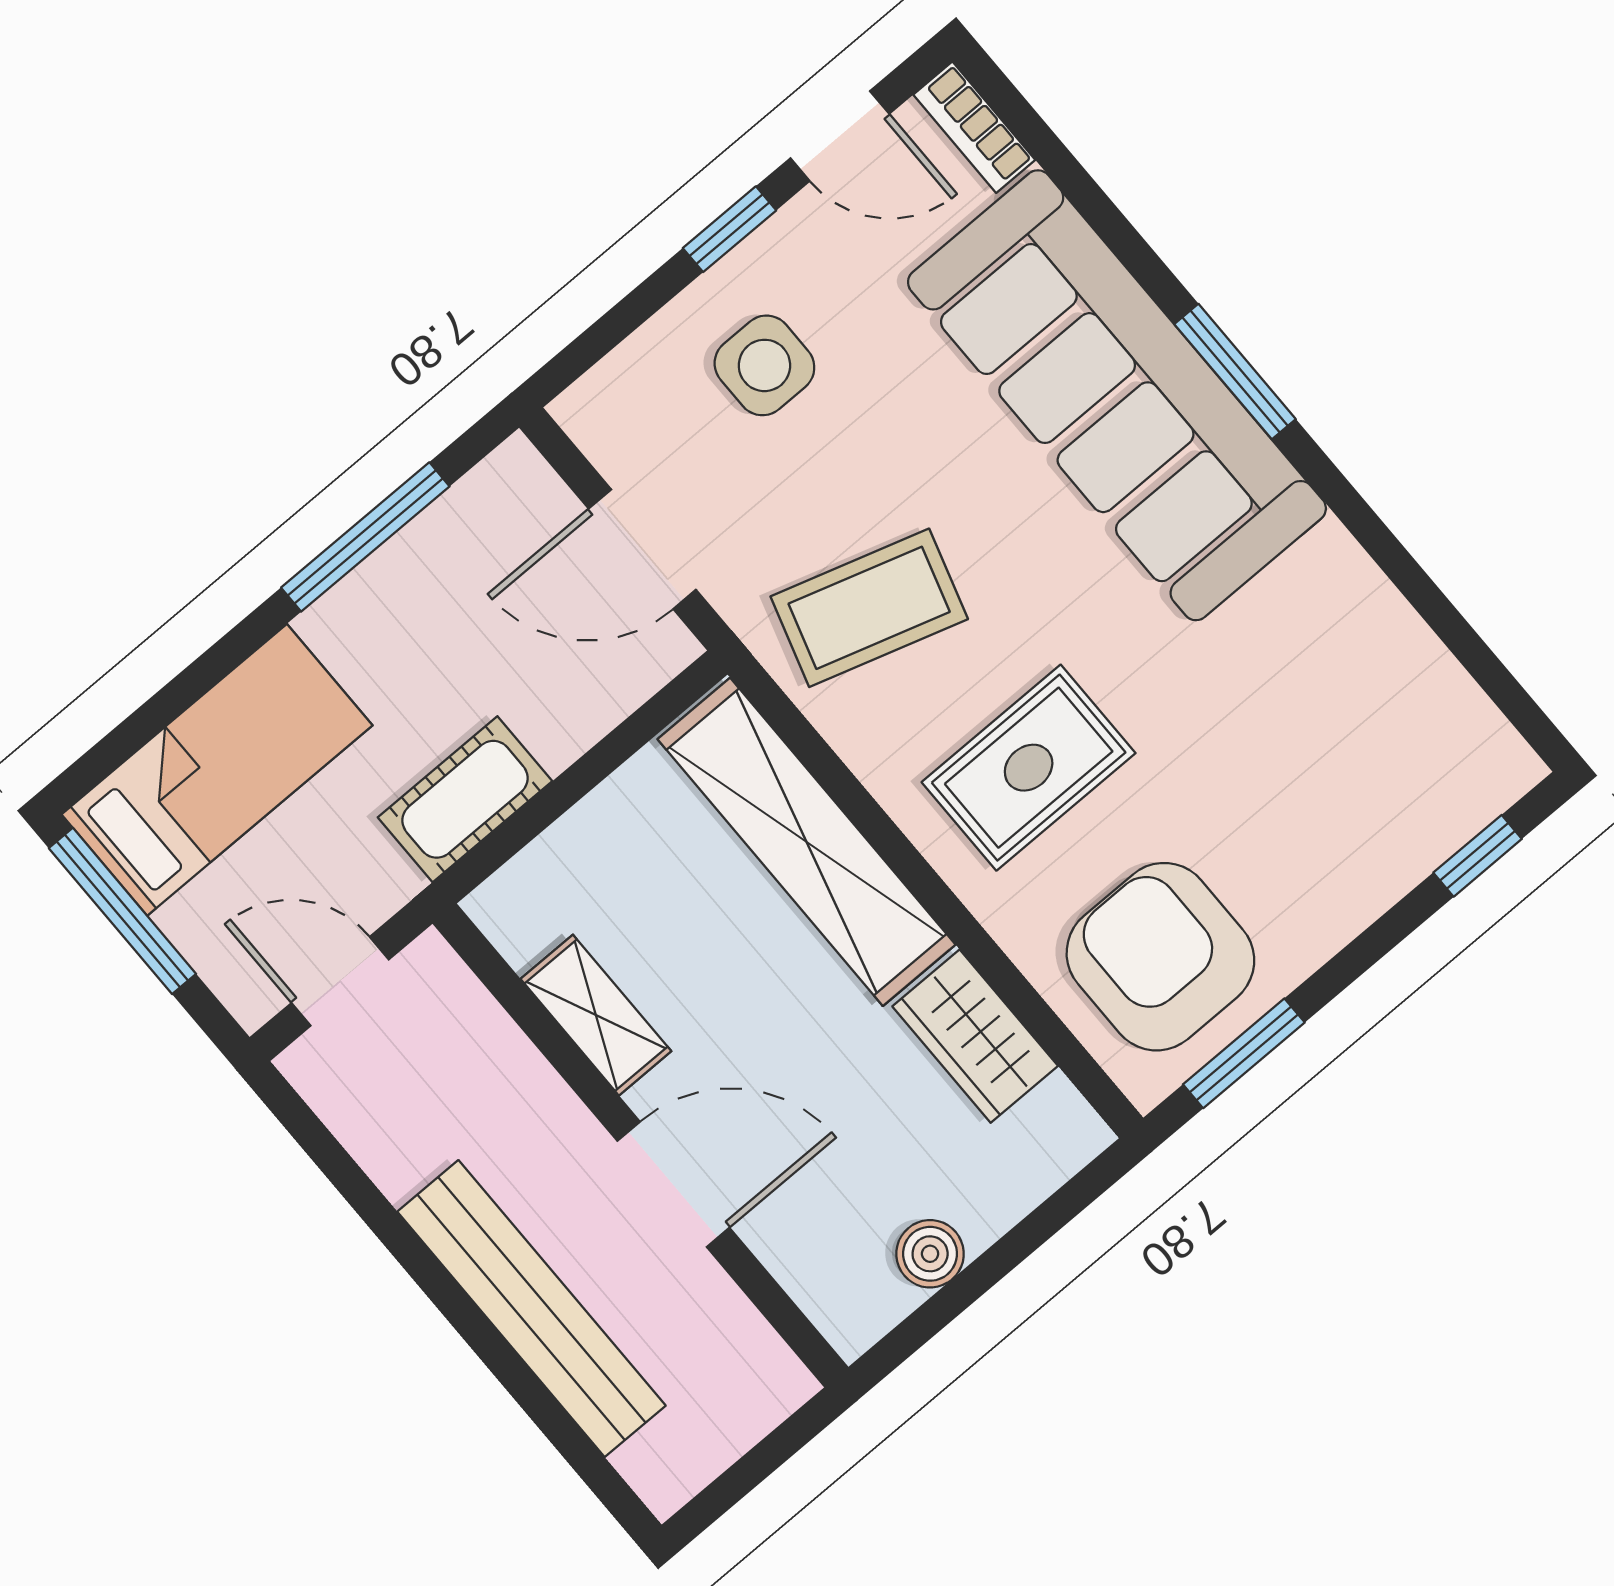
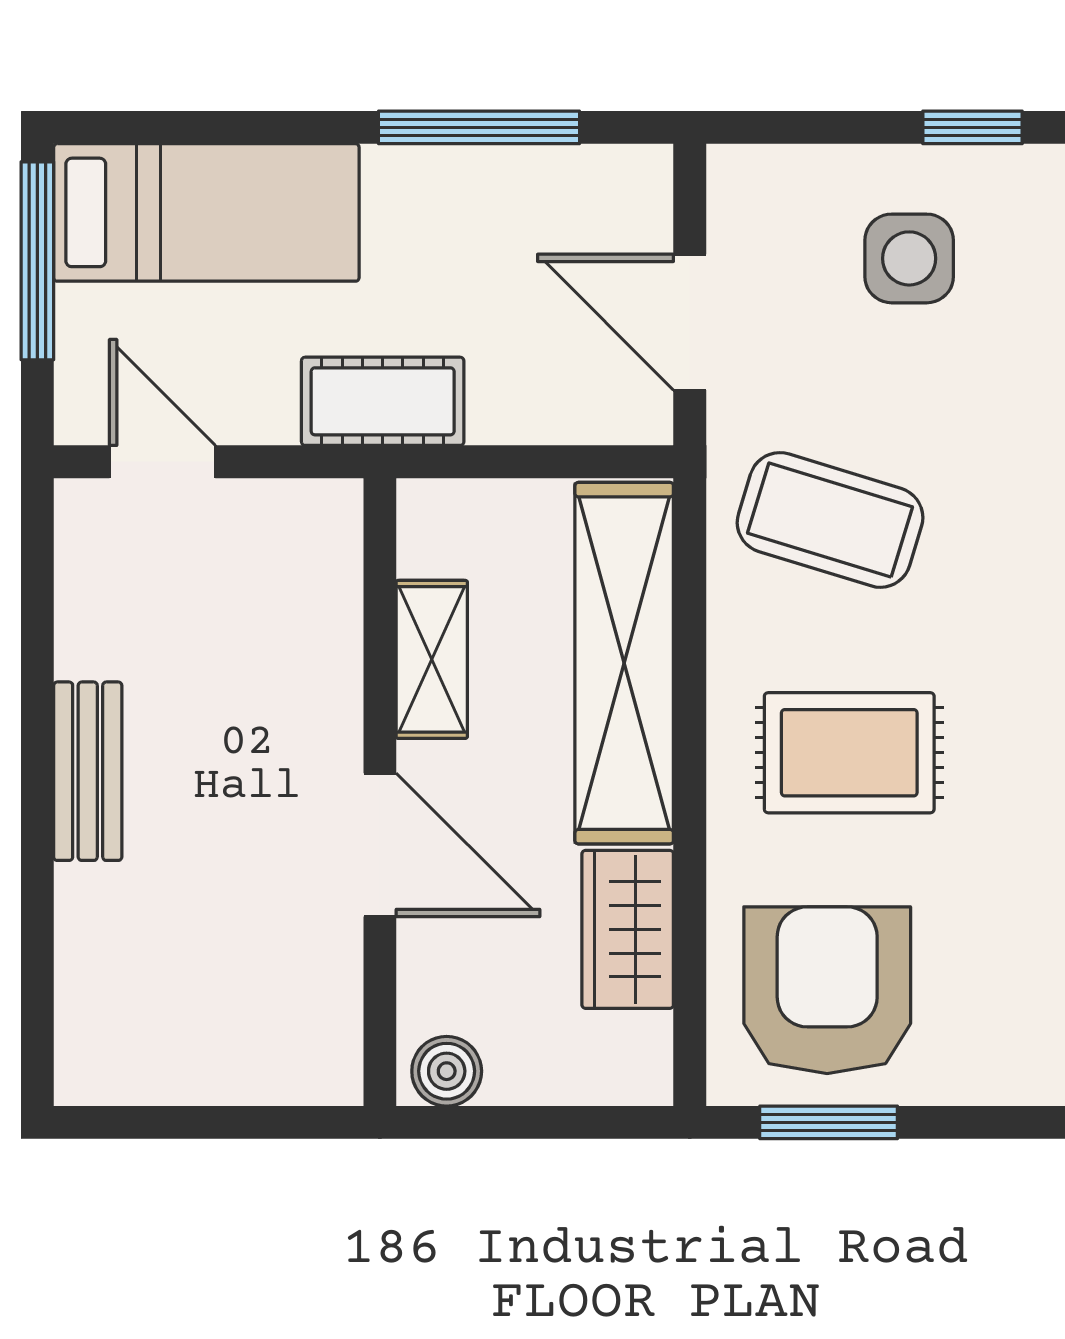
shelving: (596, 1015) -> (432, 659), moved
wall: (640, 1145) -> (380, 792), moved
door: (673, 1184) -> (380, 845), moved
bench: (531, 1309) -> (88, 771), width x0.54, depth x0.82

